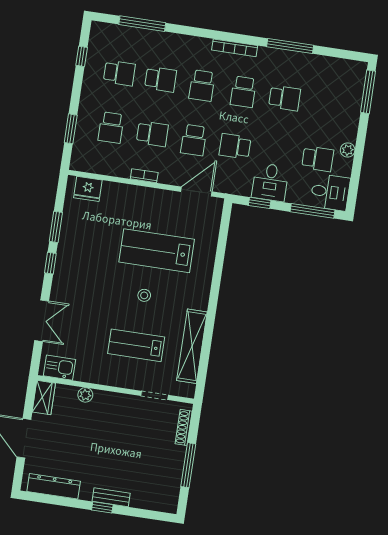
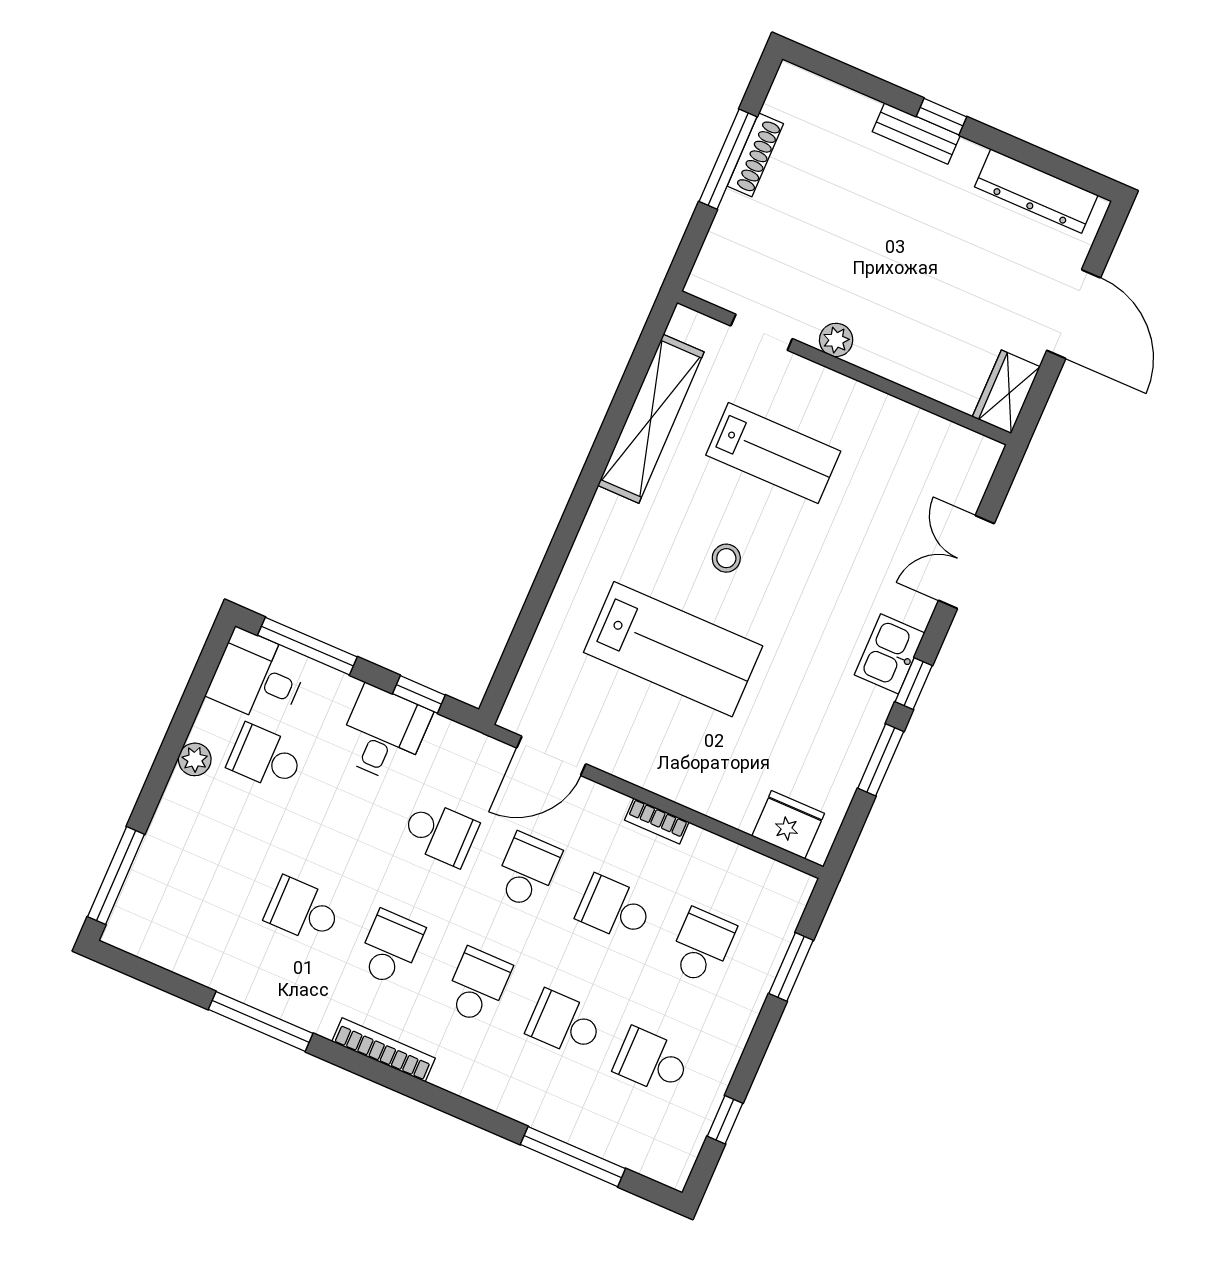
kitchen sink: (60, 368) -> (890, 654), moved, turned 90
plant: (85, 395) -> (836, 340), moved
shoe rack: (184, 427) -> (755, 155), moved

